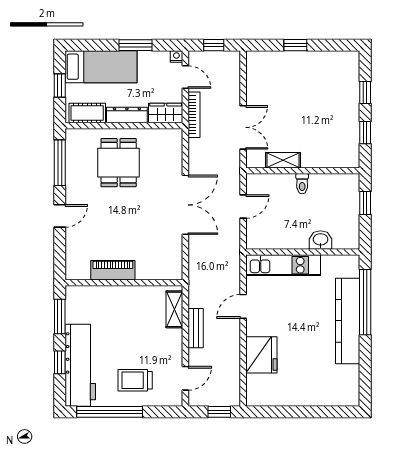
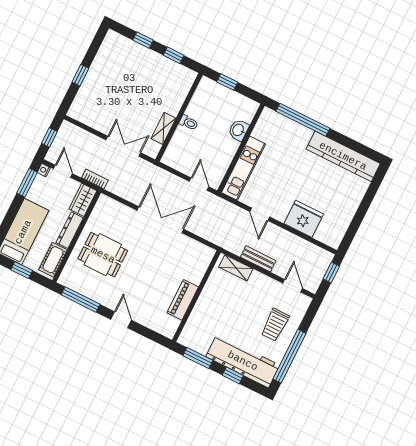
window: (136, 45) -> (27, 183), moved
door: (185, 77) -> (63, 171), hinge flipped
bookcase: (194, 115) -> (95, 179), width x0.64
door: (243, 207) -> (199, 184), moved
kitchen counter: (348, 321) -> (343, 156), moved

